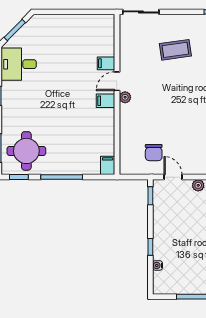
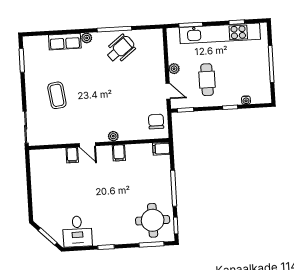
plant: (125, 97) -> (113, 136), moved
filing cabinet: (106, 101) -> (119, 153), moved
chair: (154, 153) -> (156, 122), moved, turned -90
door: (173, 177) -> (168, 91), swing flipped
cafe table: (183, 222) -> (207, 80), added

